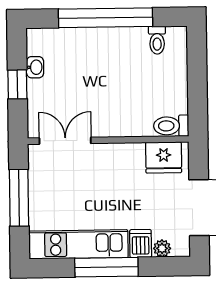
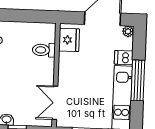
toilet: (171, 126) -> (44, 50), moved, turned 90
plant: (162, 248) -> (128, 31), moved

